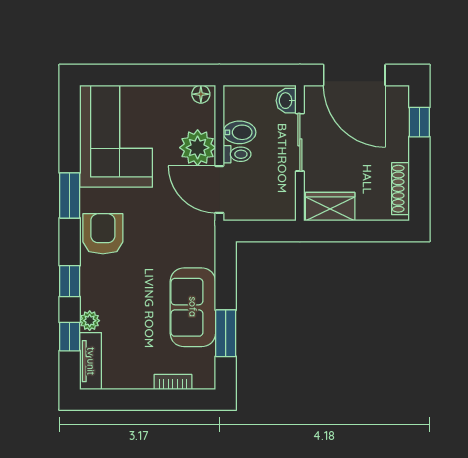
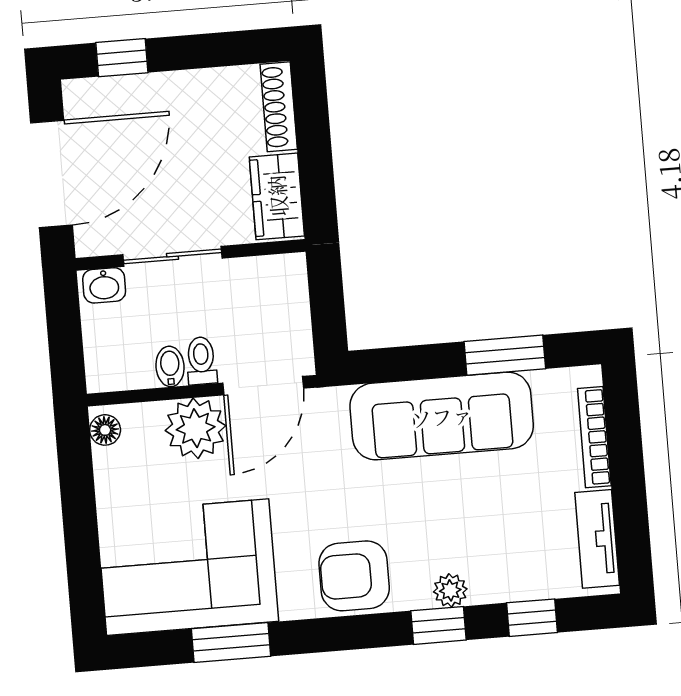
bidet: (239, 132) -> (170, 366), width x0.72, depth x0.74
shoe rack: (401, 189) -> (279, 107), moved, turned 90
window: (70, 195) -> (231, 642), moved
sofa: (193, 307) -> (442, 416), width x1.36
plant: (90, 321) -> (450, 590), moved
tv unit: (91, 361) -> (597, 539), moved, turned -90
bookcase: (173, 382) -> (594, 437), width x1.56

